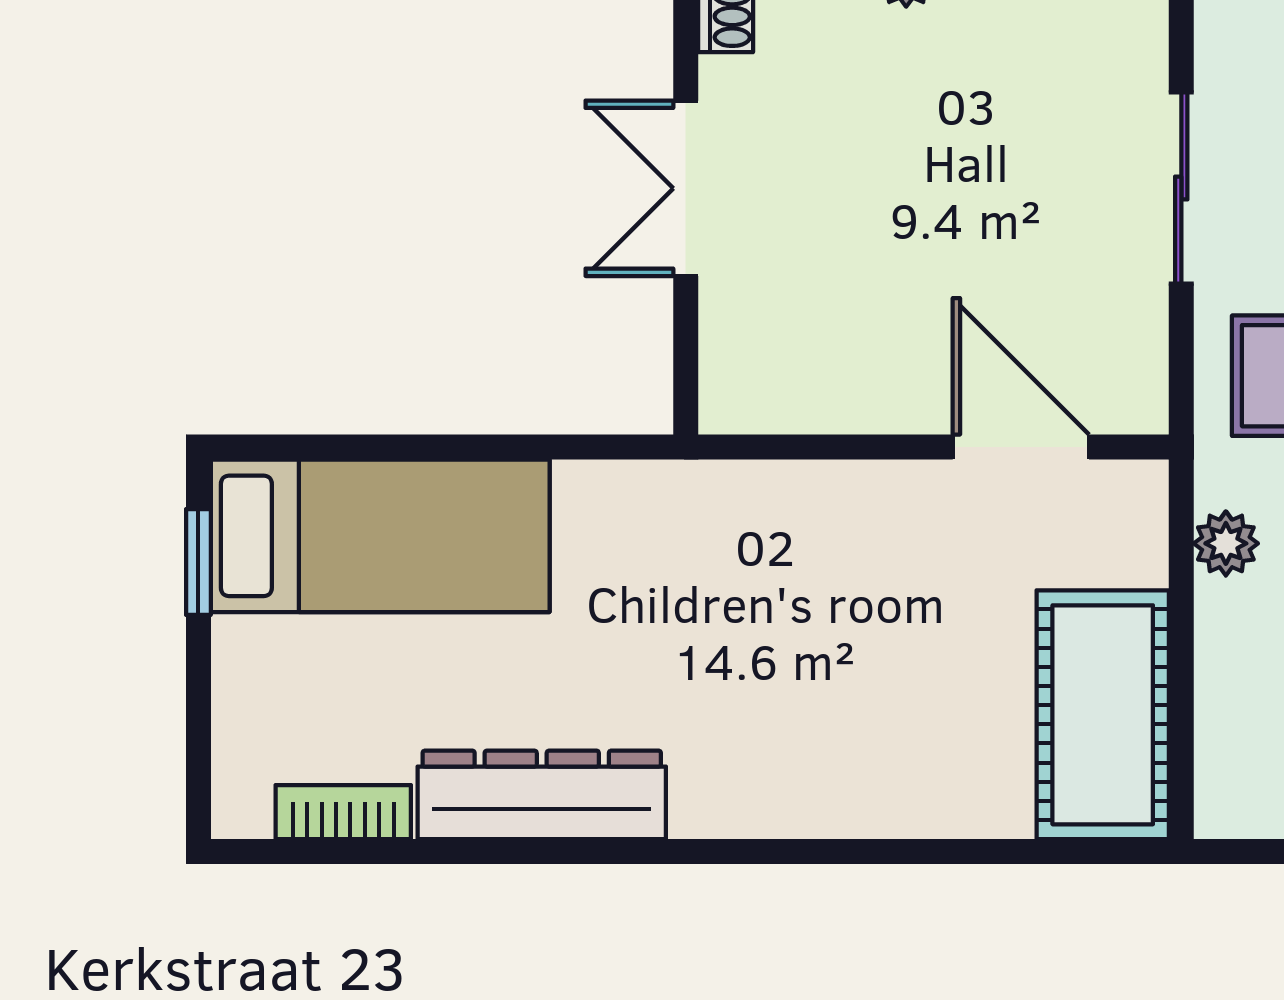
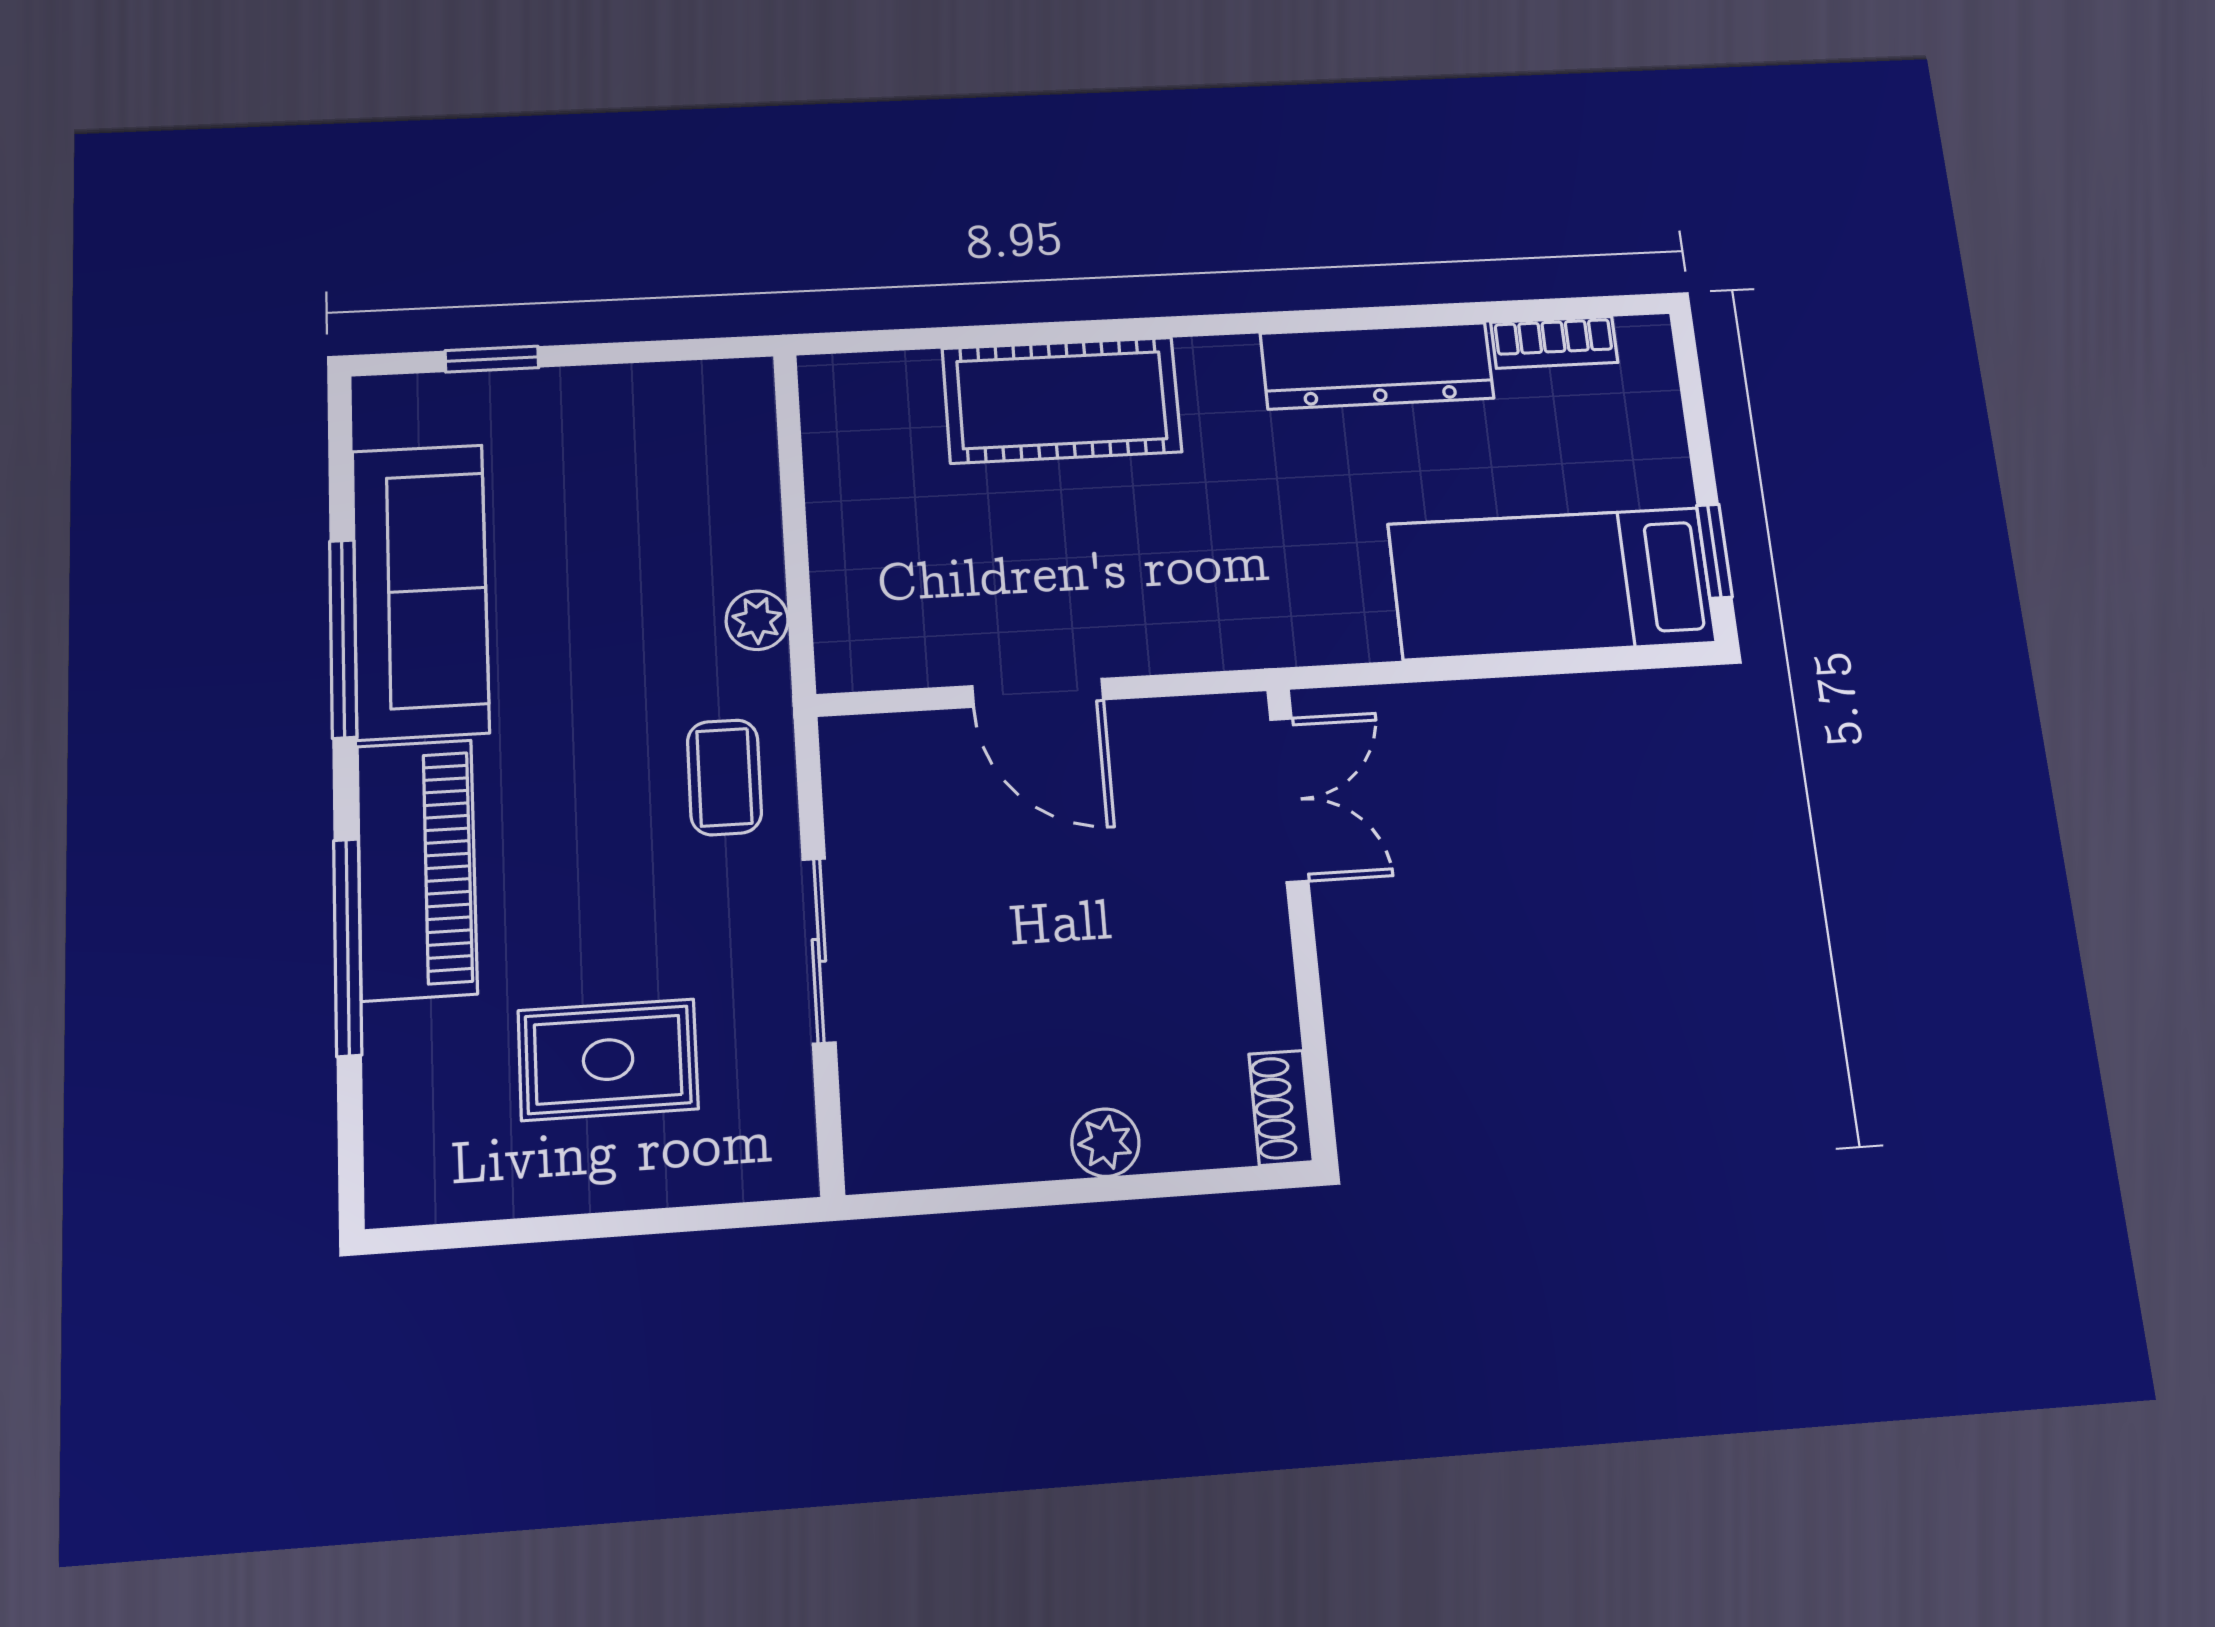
double door: (686, 188) -> (1289, 800), moved
door: (1021, 447) -> (1038, 693), moved
cot: (1103, 715) -> (1062, 400), moved, turned 90

